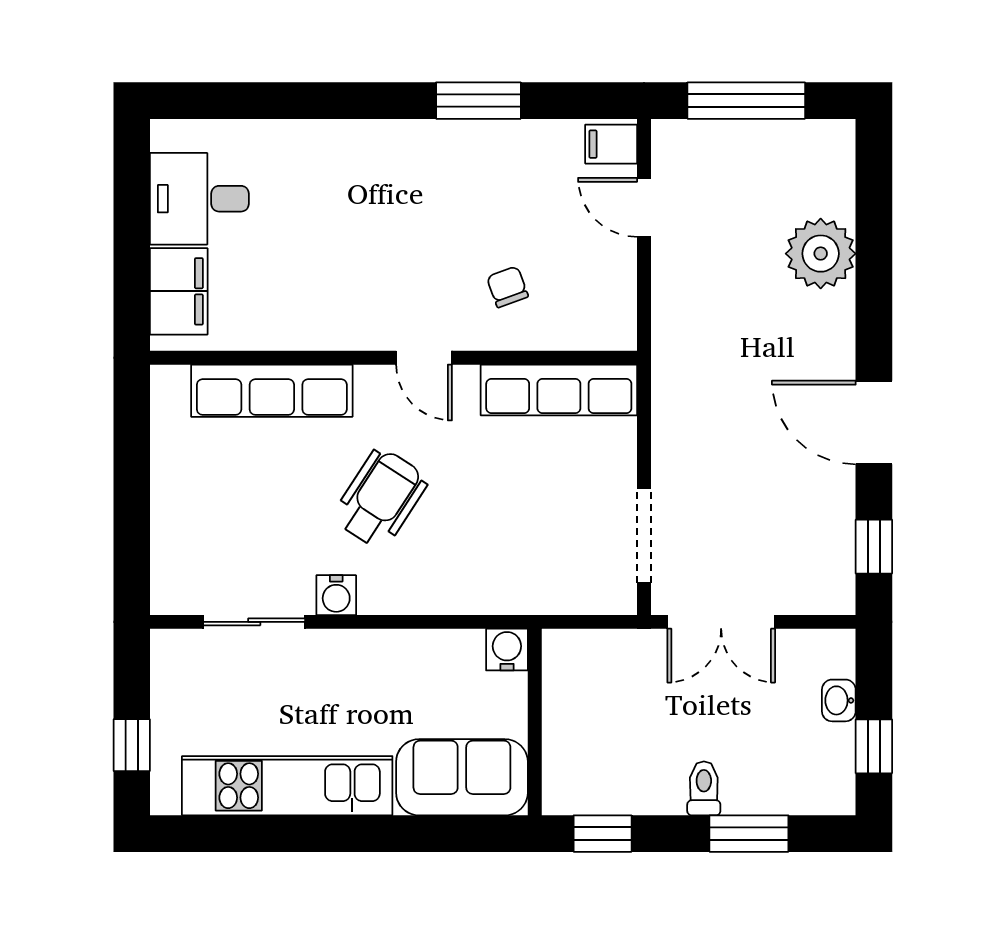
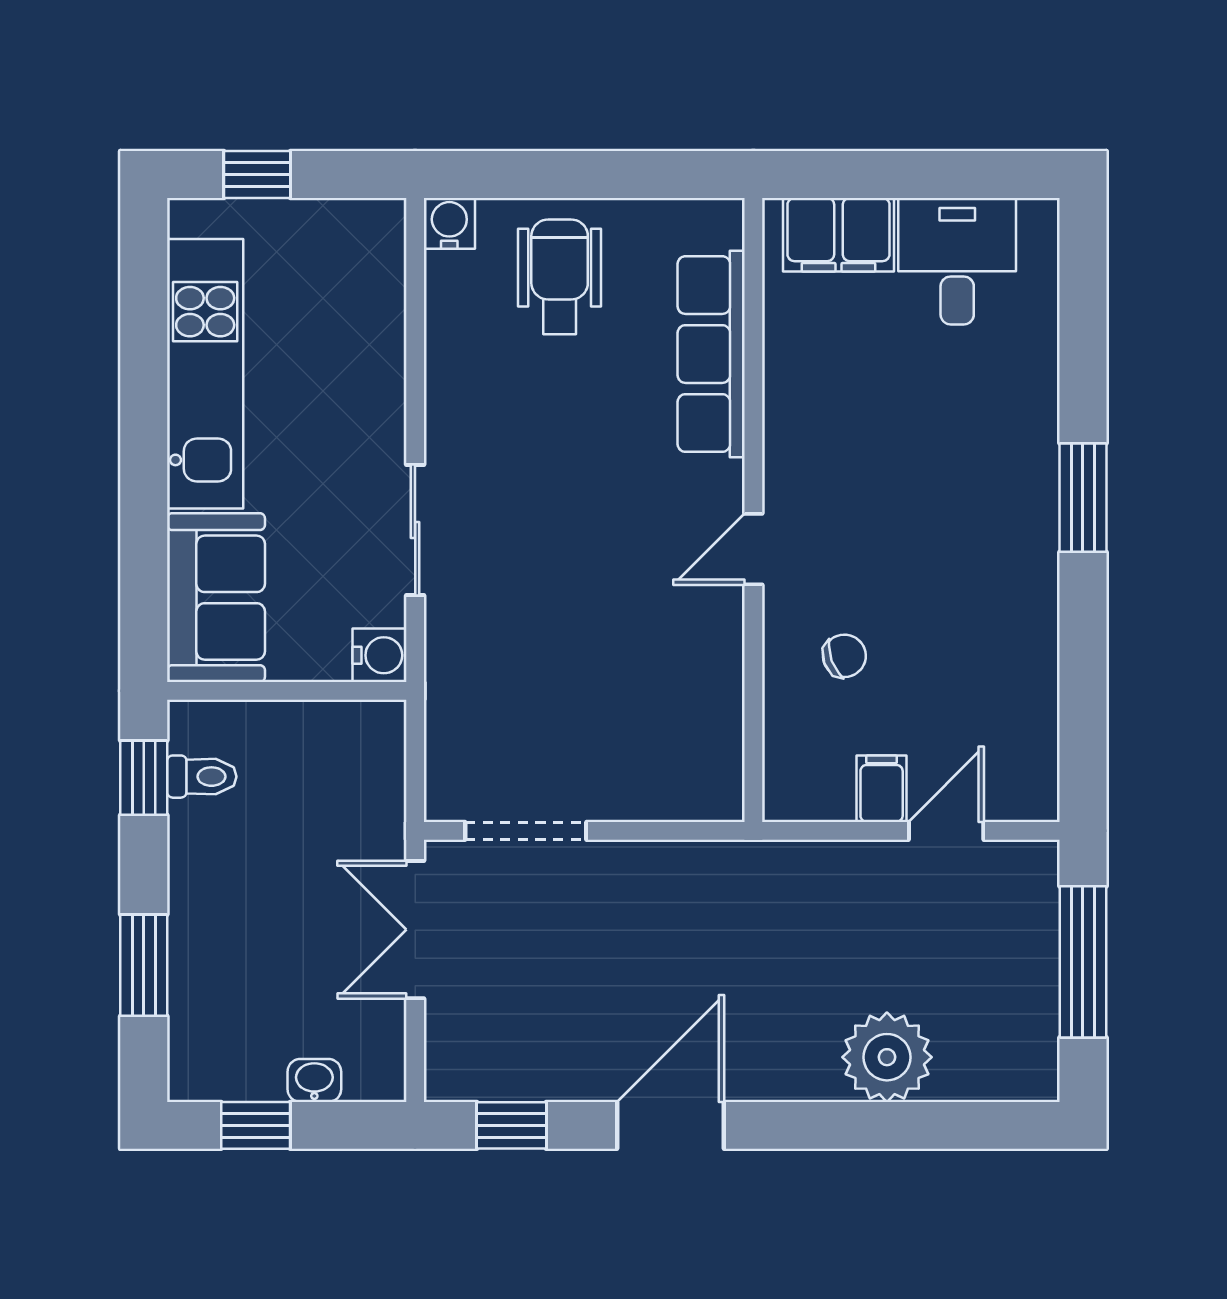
window: (478, 101) -> (1083, 498), moved
filing cabinet: (611, 144) -> (882, 789), moved
row of seats: (559, 390) -> (712, 722), removed
wheelchair: (380, 499) -> (560, 277), moved, turned -123
water cooler: (336, 595) -> (449, 223), moved, turned 90
sliding door: (254, 622) -> (415, 530), moved
toilet: (704, 788) -> (202, 777), moved

